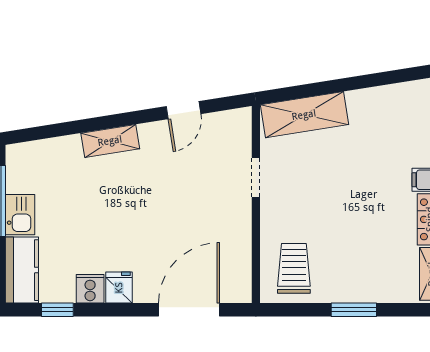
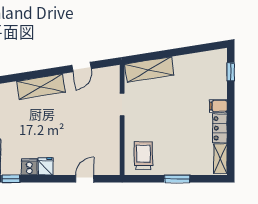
shelving: (110, 141) -> (41, 87), width x1.50, depth x1.33
door: (189, 310) -> (85, 179), width x0.53

